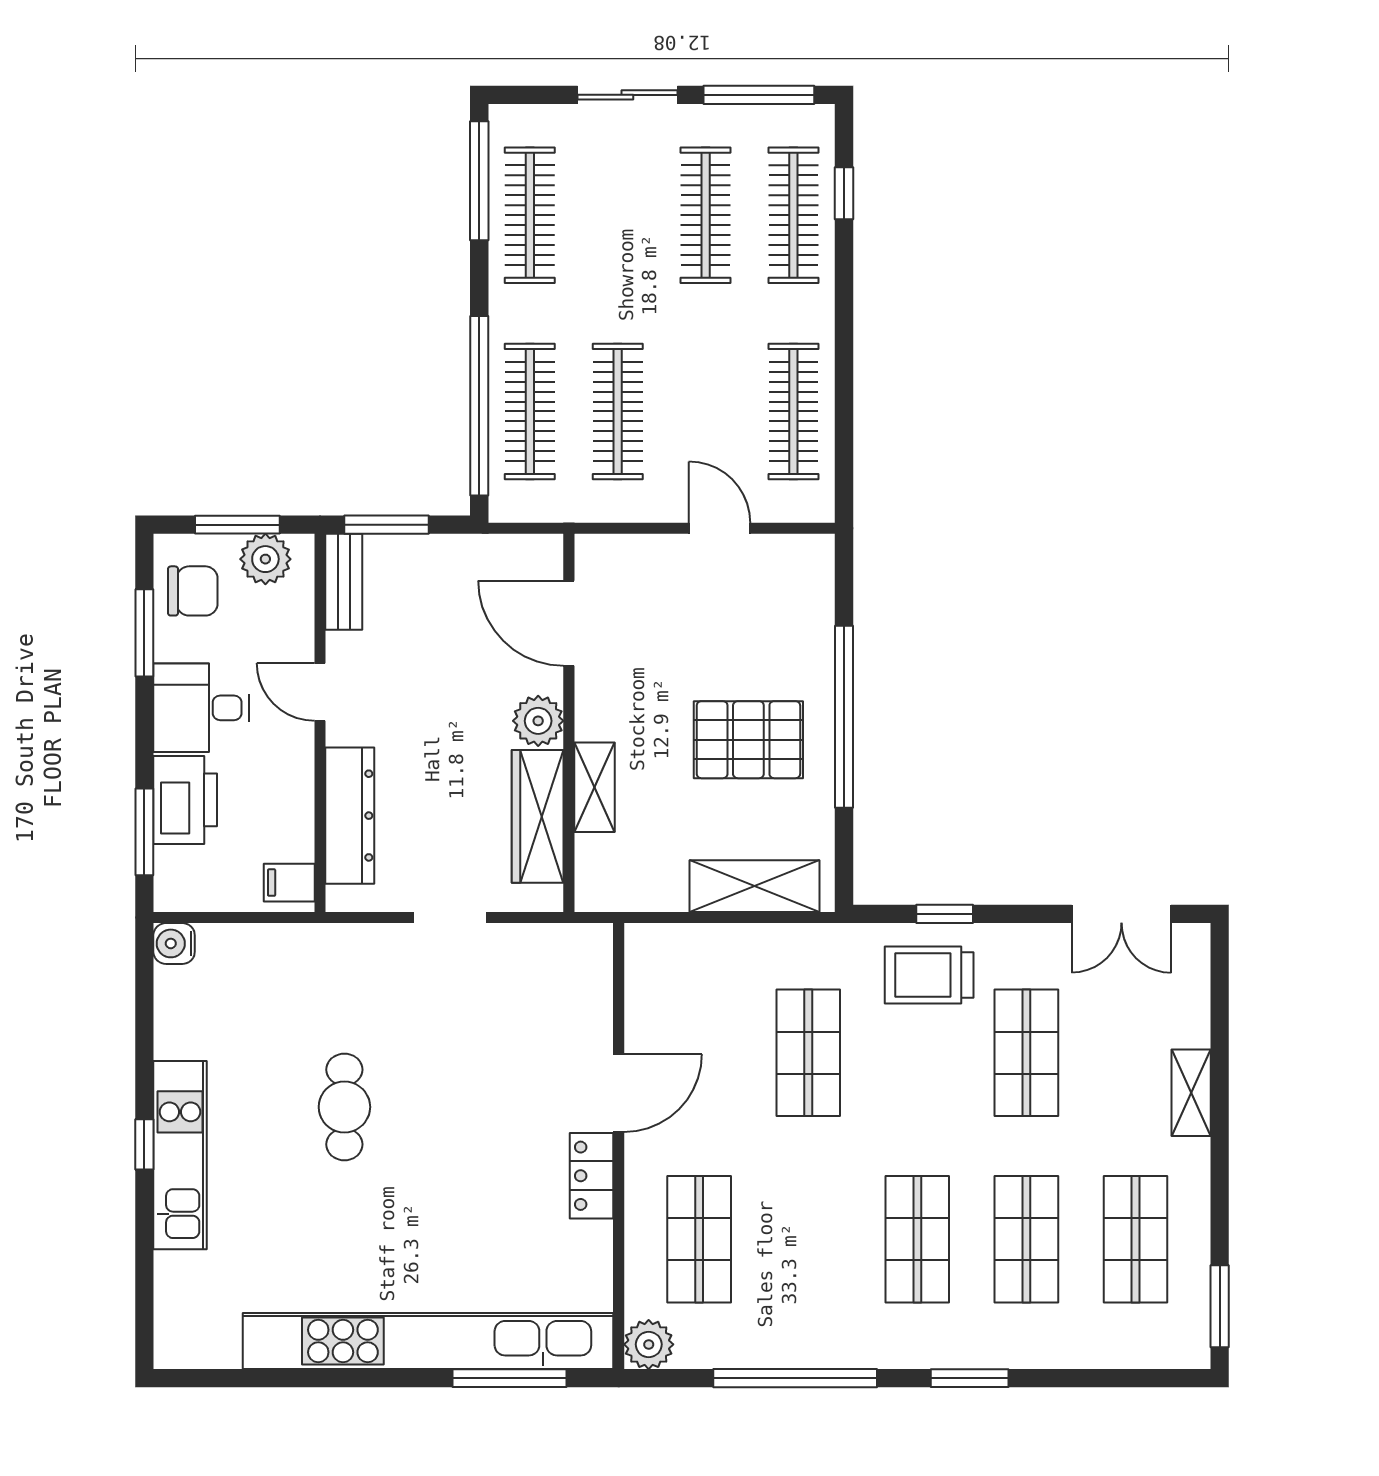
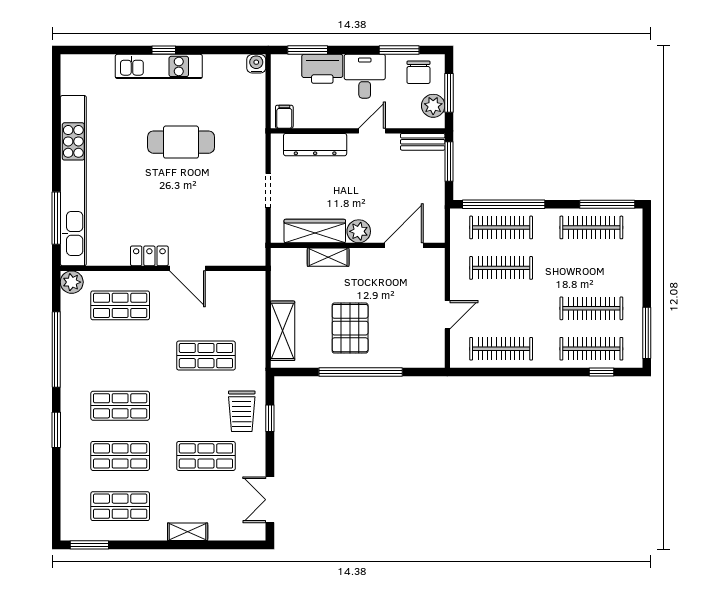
sliding door: (627, 95) -> (647, 272), removed
trolley: (929, 975) -> (242, 411), turned 180
cafe table: (344, 1107) -> (181, 142), width x1.37, depth x1.35

